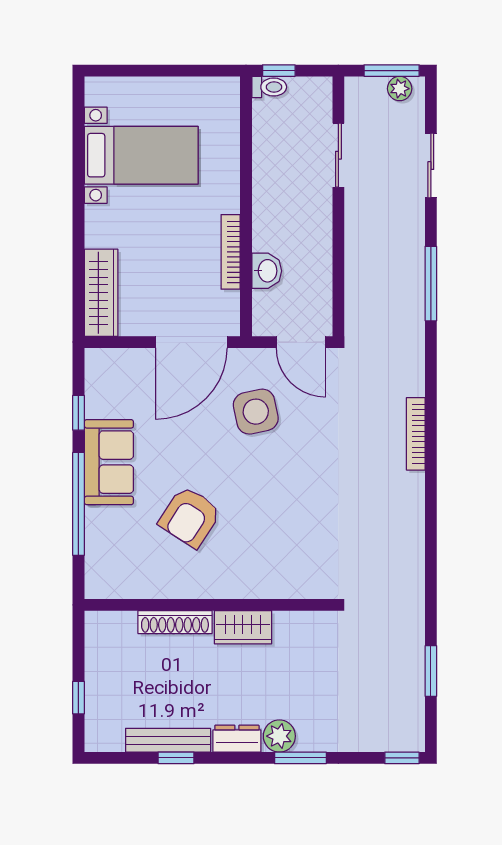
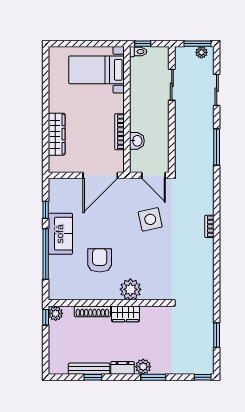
bed with nightstands: (141, 155) -> (96, 70), moved, turned 180
wardrobe: (101, 293) -> (57, 134), moved
side table: (256, 412) -> (150, 219), moved
bookcase: (416, 434) -> (209, 226), width x0.64
armchair: (190, 517) -> (100, 260), turned 147
plant: (253, 577) -> (130, 289), added
plant: (99, 626) -> (56, 313), added
window: (78, 698) -> (46, 317), moved

